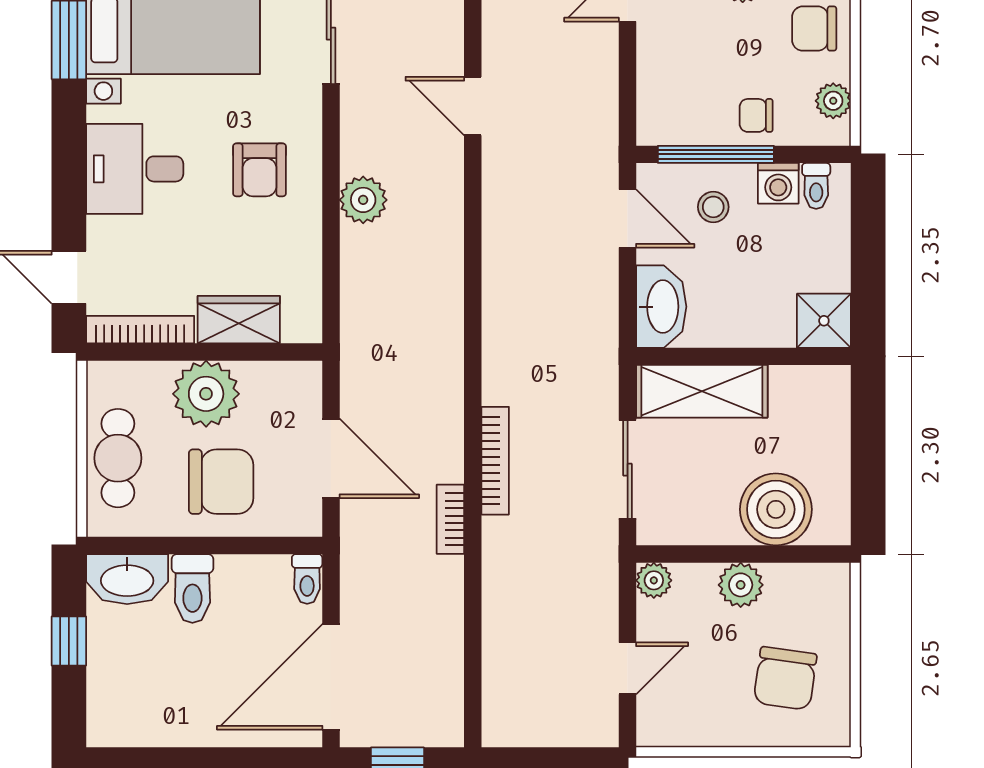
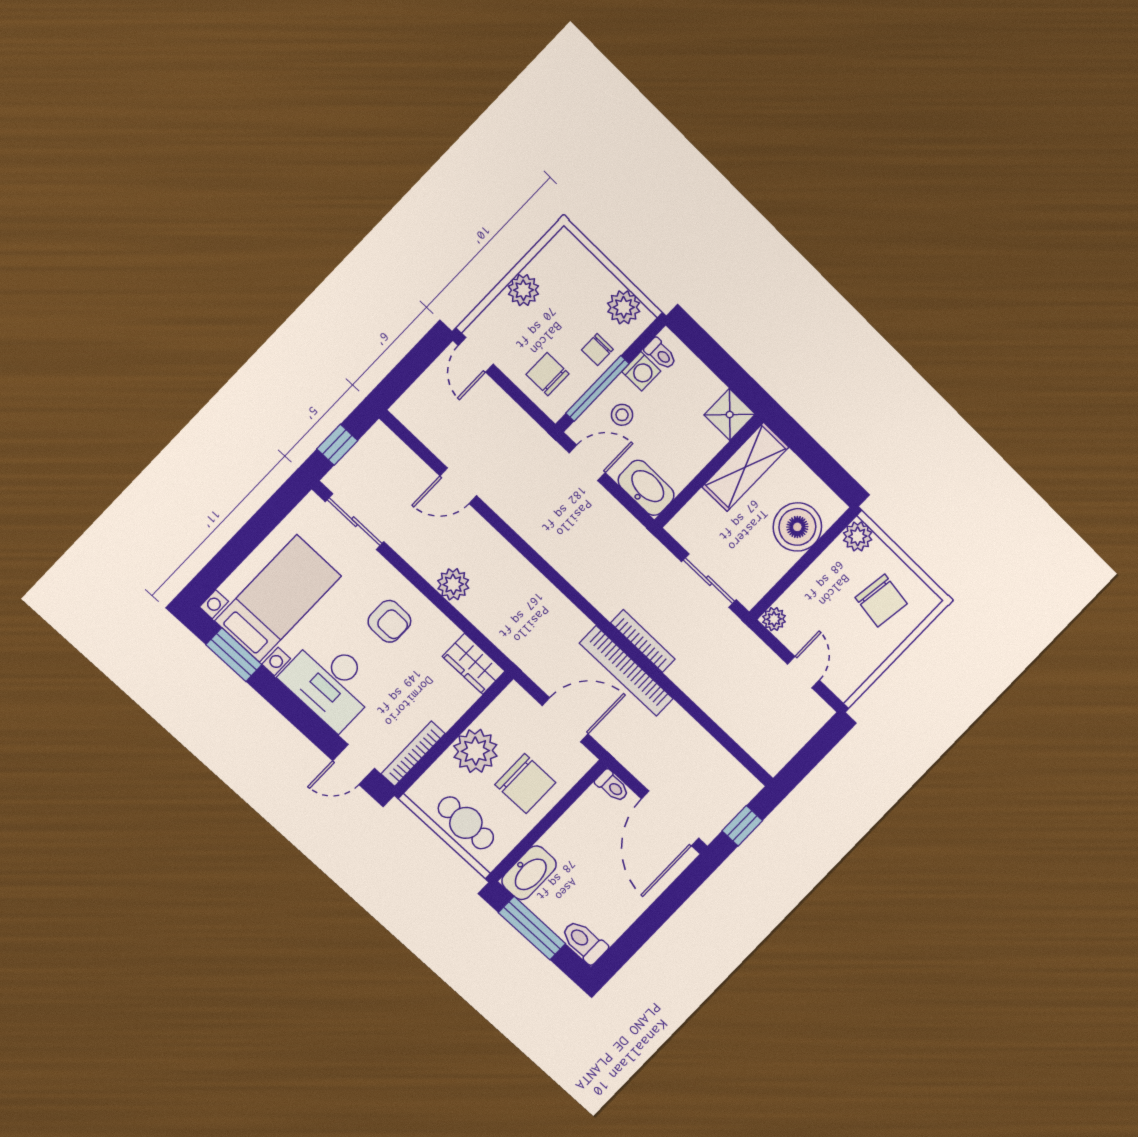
chair: (814, 29) -> (548, 374), moved, turned 90
plant: (833, 101) -> (624, 307), width x1.38, depth x1.38
desk: (135, 169) -> (330, 682), width x1.37
wardrobe: (239, 320) -> (474, 664), moved, turned -90
shelving: (702, 391) -> (745, 467), moved
chair: (221, 482) -> (525, 784), turned 90
bookcase: (450, 519) -> (626, 671), width x2.31, depth x1.31
plant: (741, 585) -> (858, 536), moved
toilet: (192, 588) -> (584, 942), moved, turned 180
window: (69, 641) -> (532, 928), width x2.17

